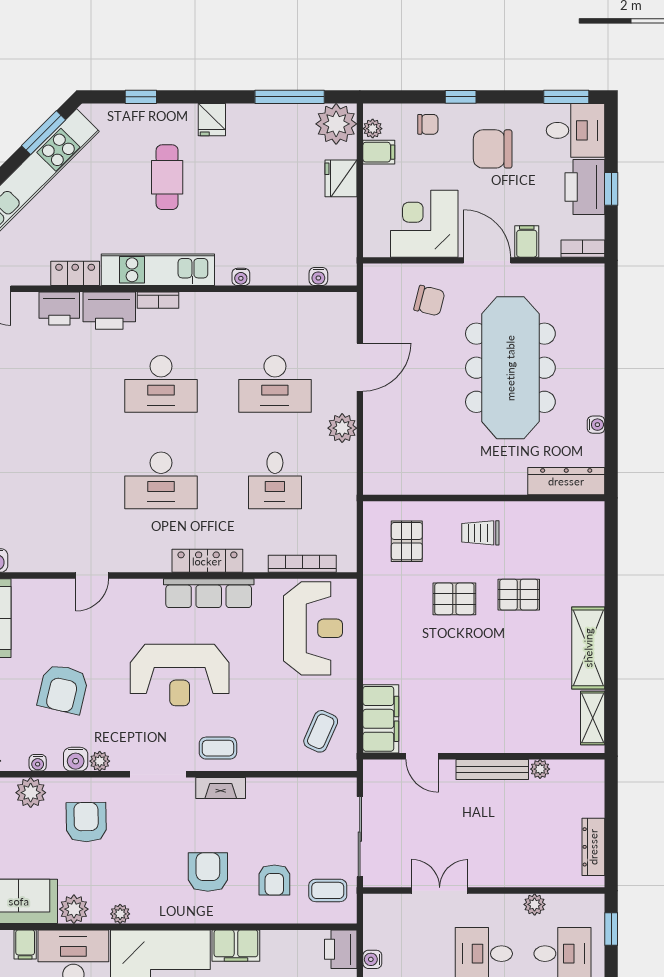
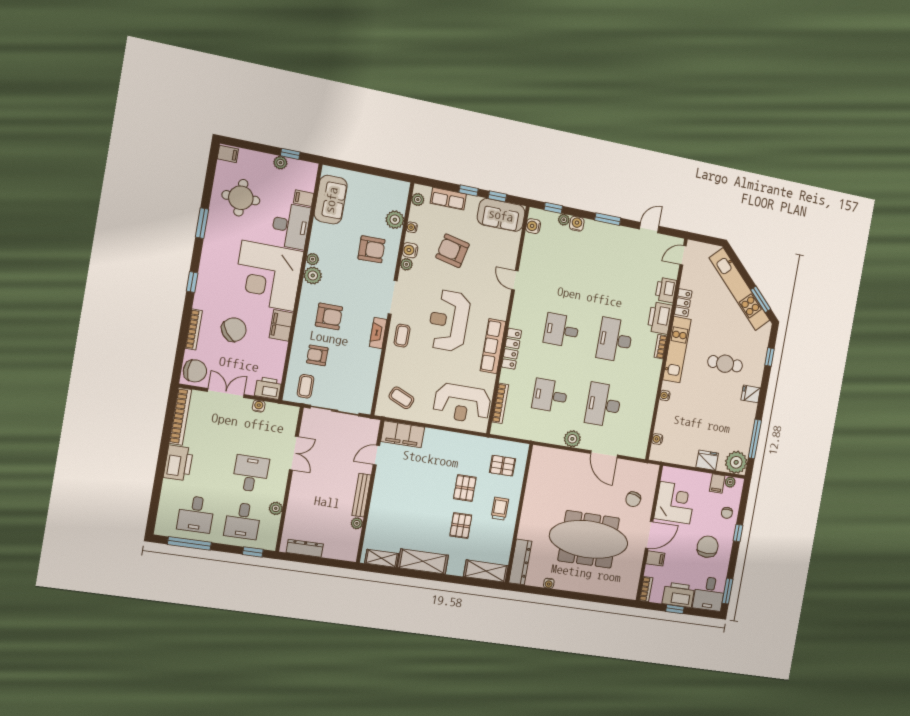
desk: (161, 480) -> (561, 330), width x0.73
shelving: (590, 538) -> (486, 571), added
plant: (74, 909) -> (313, 275), moved

